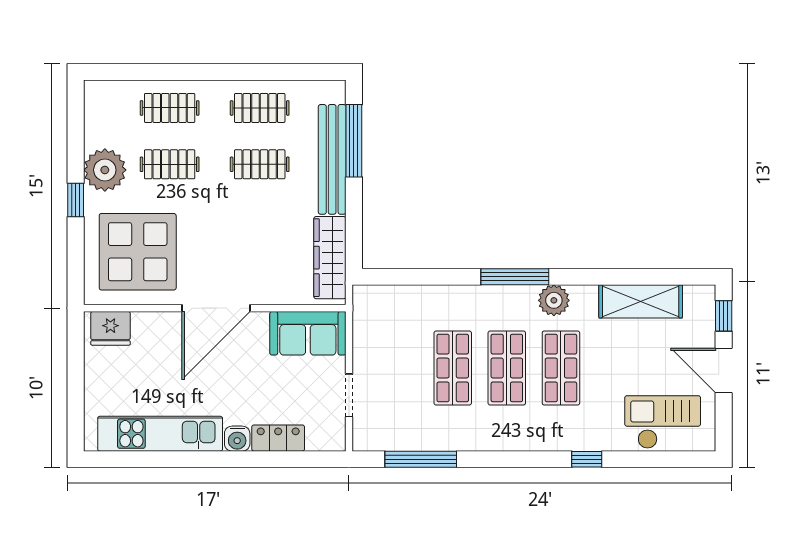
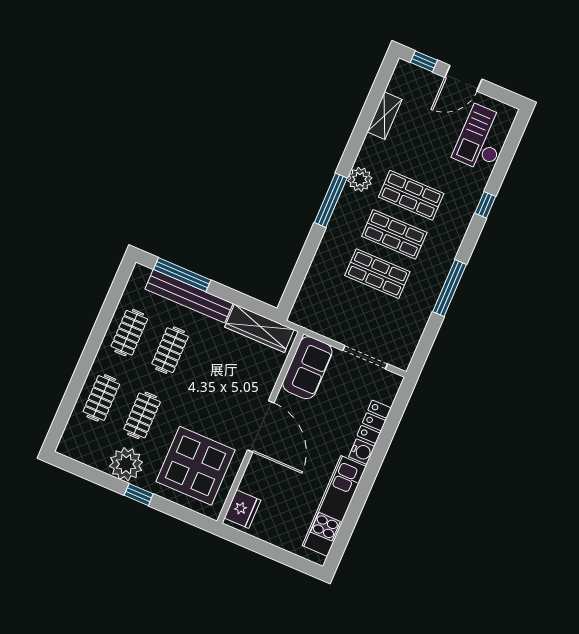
shelving: (641, 301) -> (385, 116), width x0.67, depth x0.75
doorway: (349, 395) -> (365, 357), width x1.38
window: (421, 459) -> (450, 288), moved

